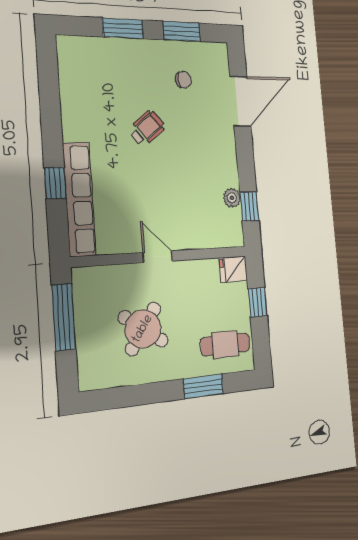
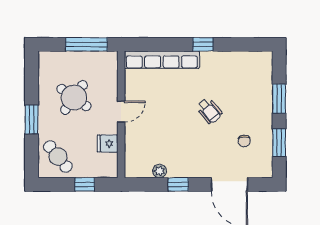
window: (55, 183) -> (203, 44), moved
window: (249, 206) -> (178, 184), moved
fridge: (233, 269) -> (108, 144), moved, turned -90
cafe table: (225, 344) -> (58, 157), turned -39
window: (203, 386) -> (32, 119), moved

